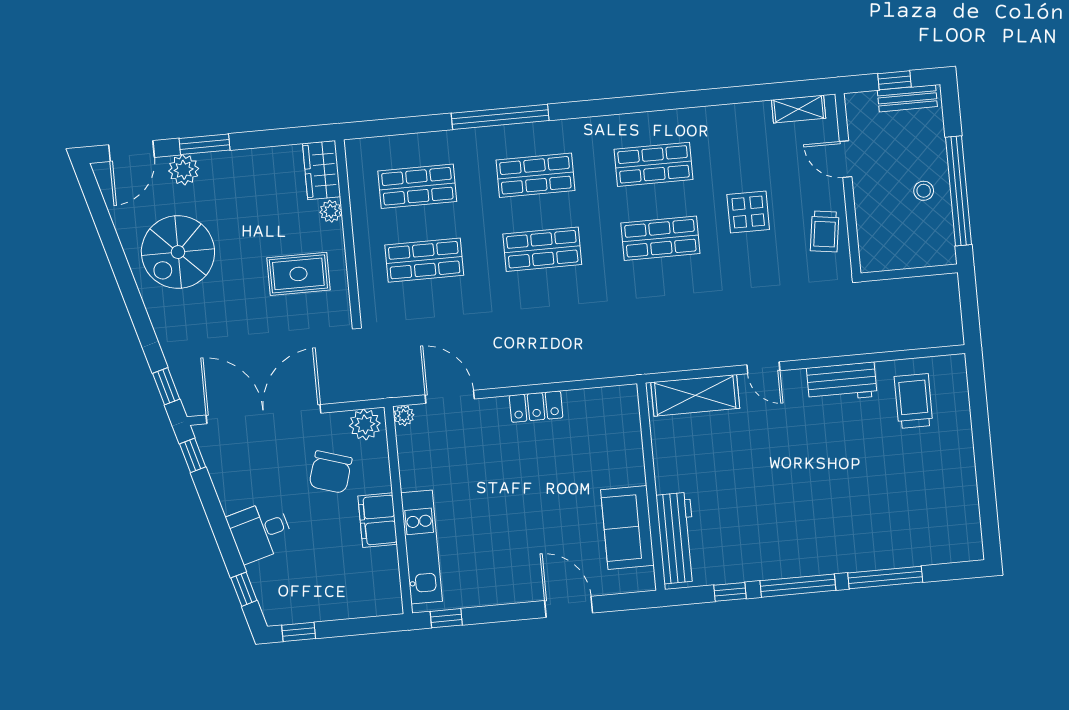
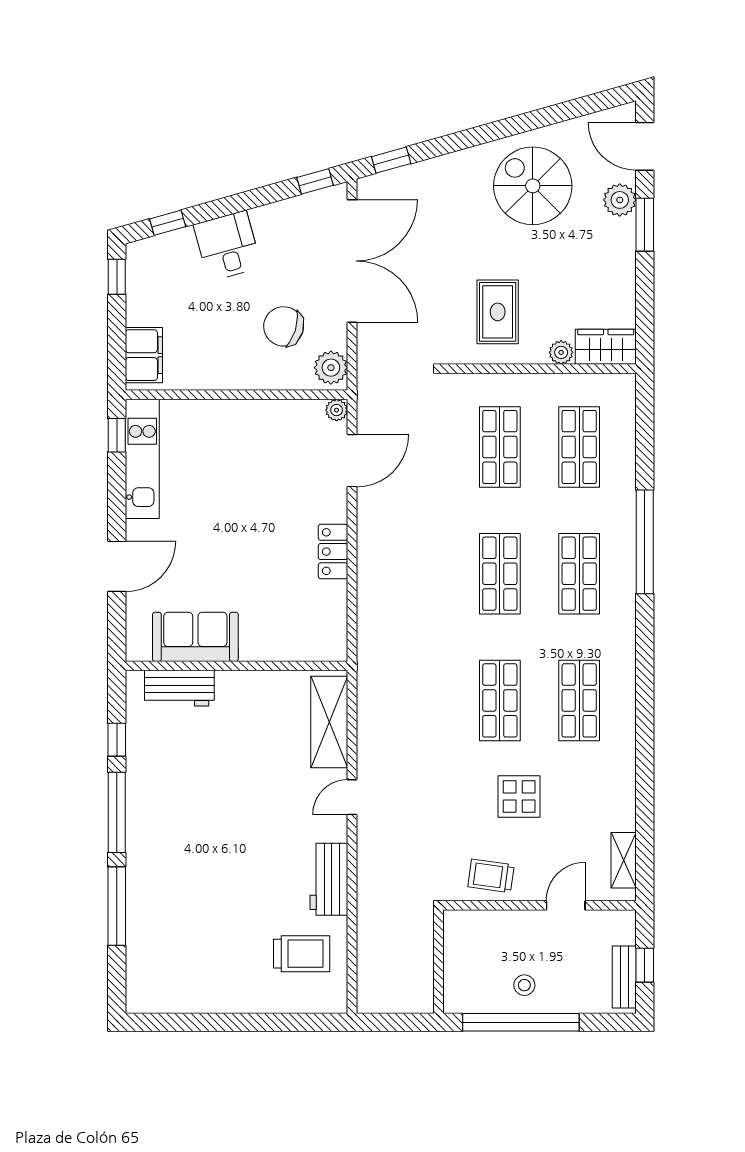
filing cabinet: (378, 520) -> (144, 355), moved, turned 90
workbench: (677, 538) -> (179, 688), width x0.73
kitchen unit: (422, 547) -> (142, 459), moved, turned -90

